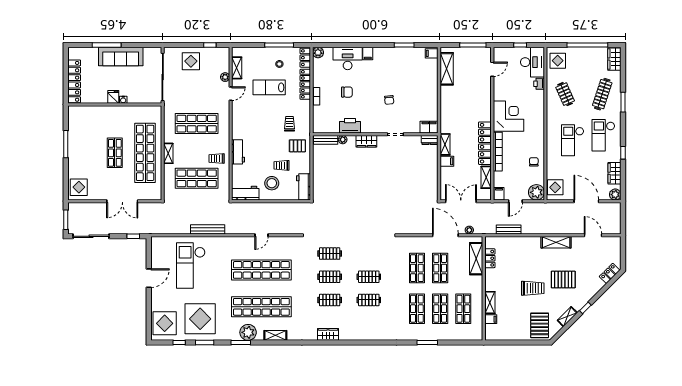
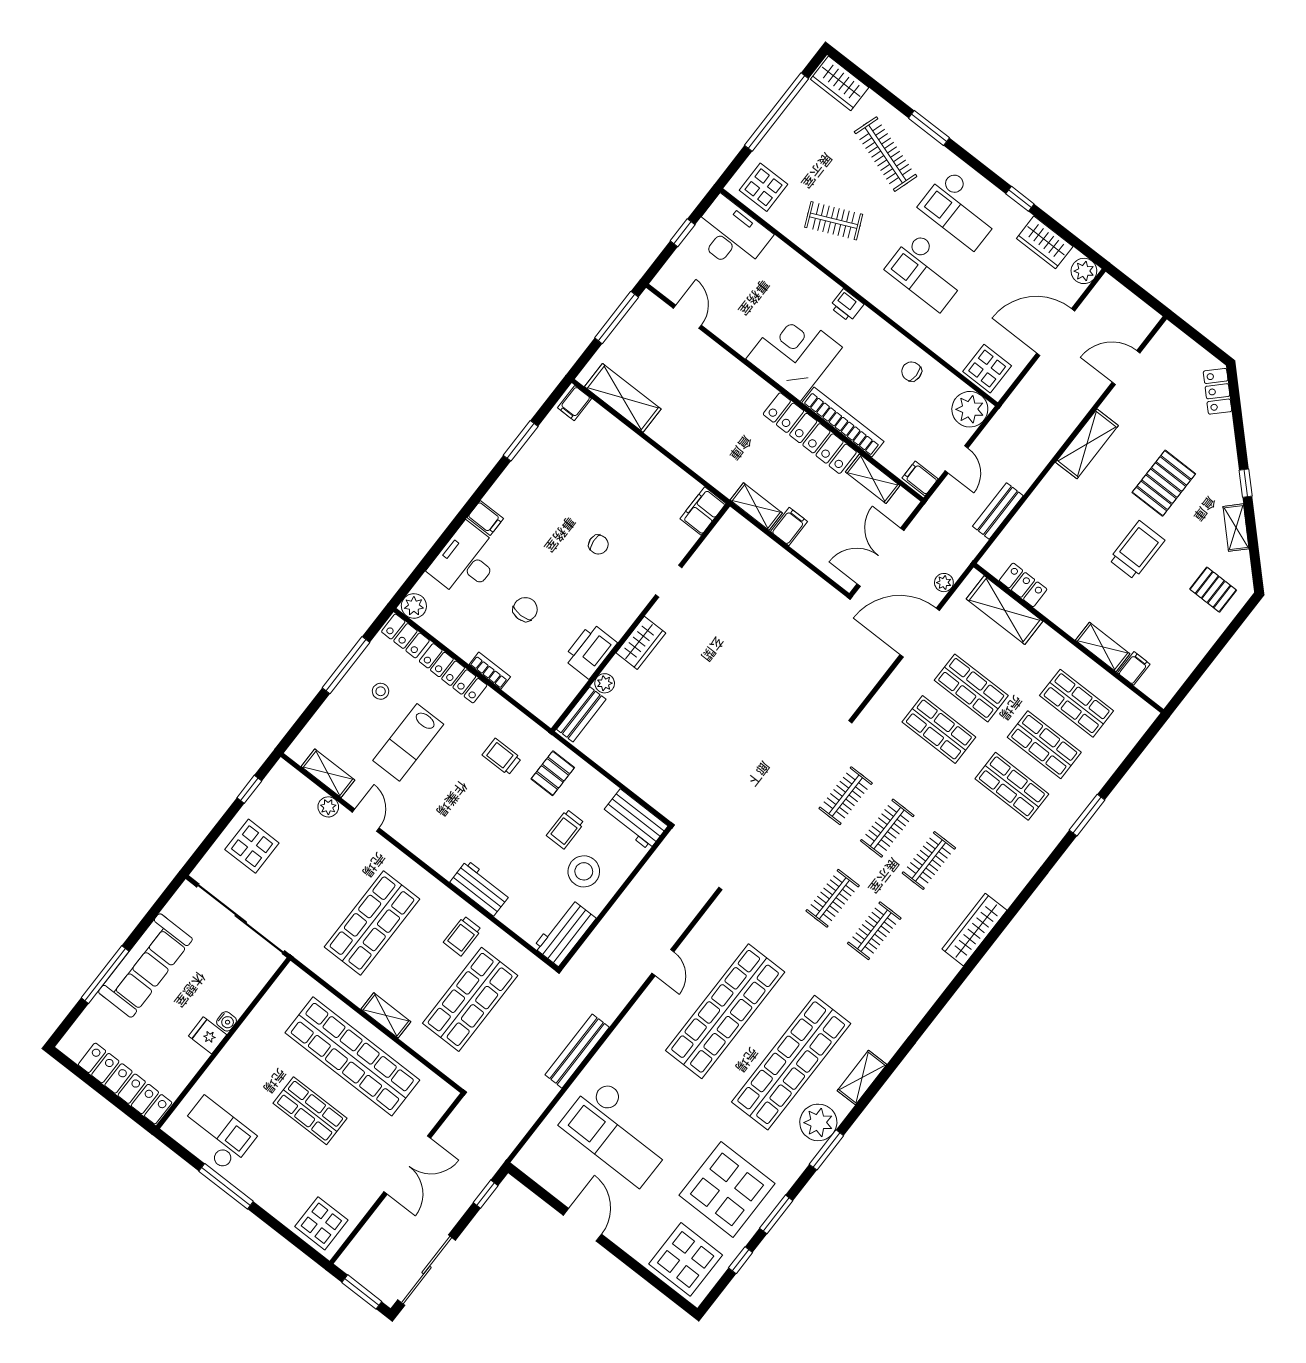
printer: (539, 84) -> (847, 306), moved
checkout: (81, 127) -> (216, 1134), added
dresser: (430, 140) -> (727, 528), removed
clothes rail: (330, 254) -> (846, 796), moved
pallet: (540, 325) -> (1213, 590), width x0.67, depth x0.71
wardrobe: (328, 334) -> (974, 930), moved, width x1.50

